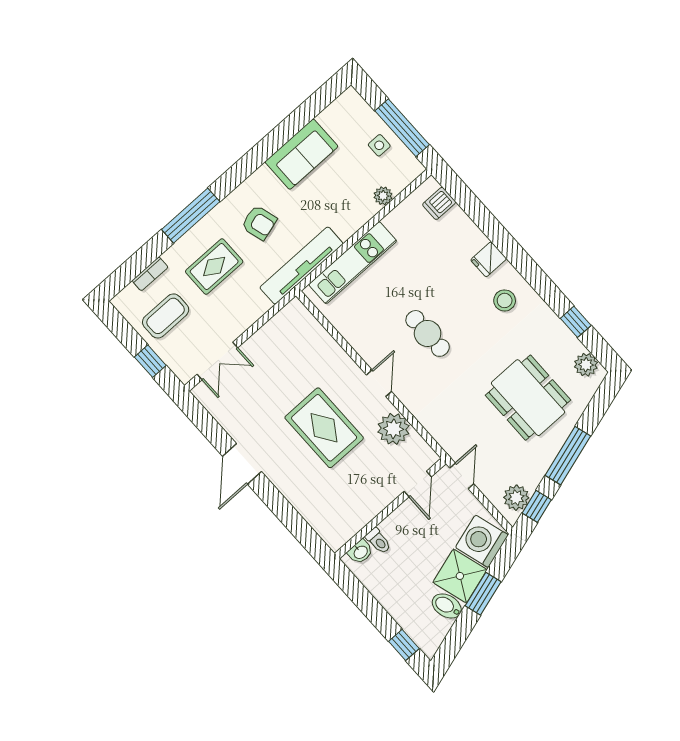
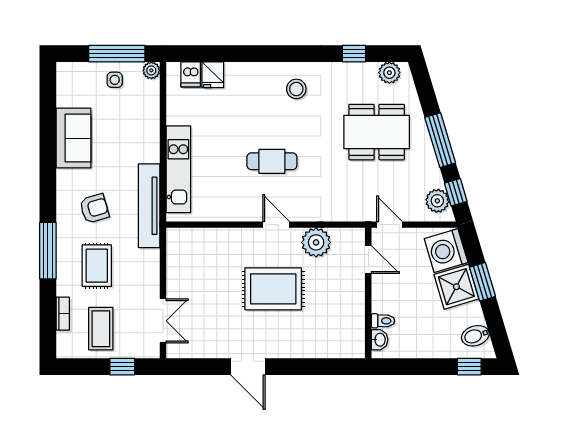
plant: (383, 196) -> (151, 70), moved
fridge: (489, 259) -> (213, 75), moved
bidet: (447, 606) -> (475, 336), moved

